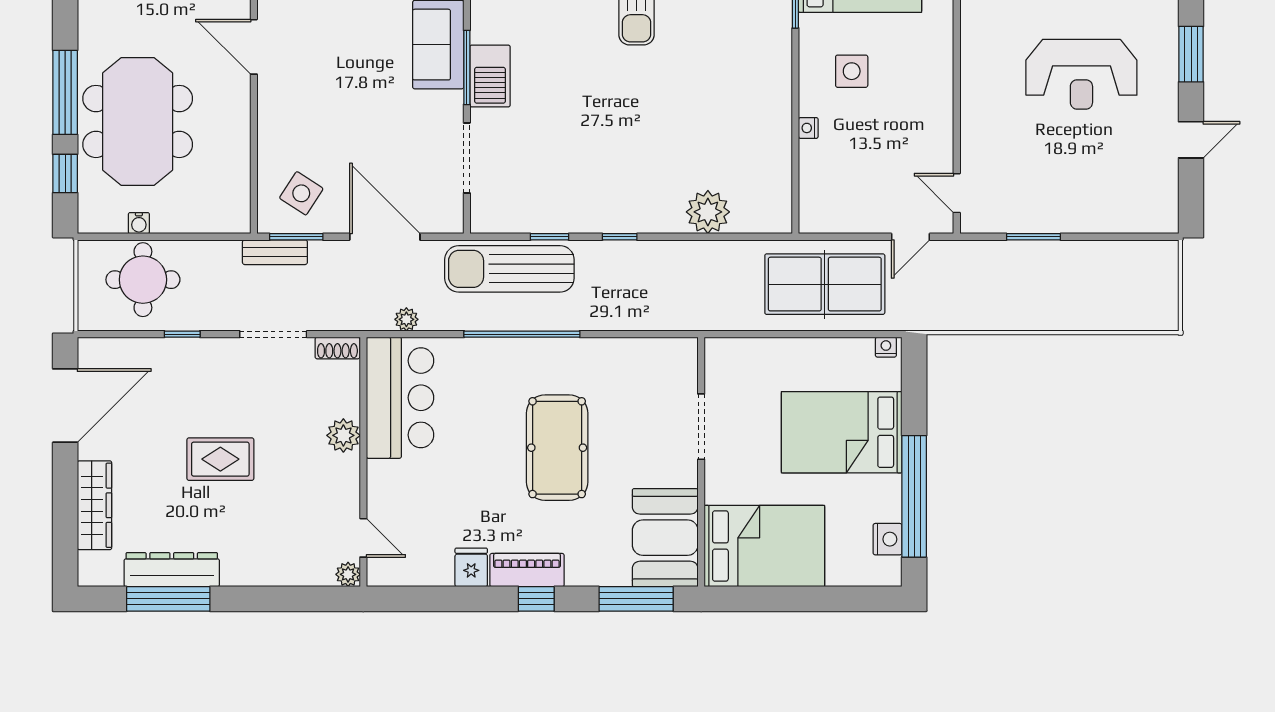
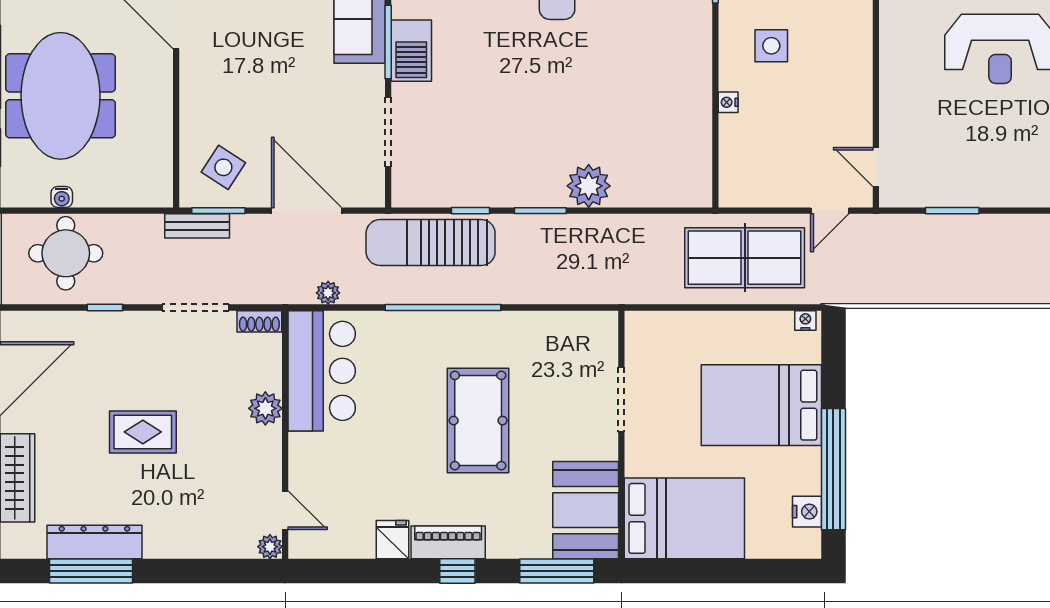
plant: (708, 212) -> (589, 186), moved
window: (620, 237) -> (540, 211), width x1.50

